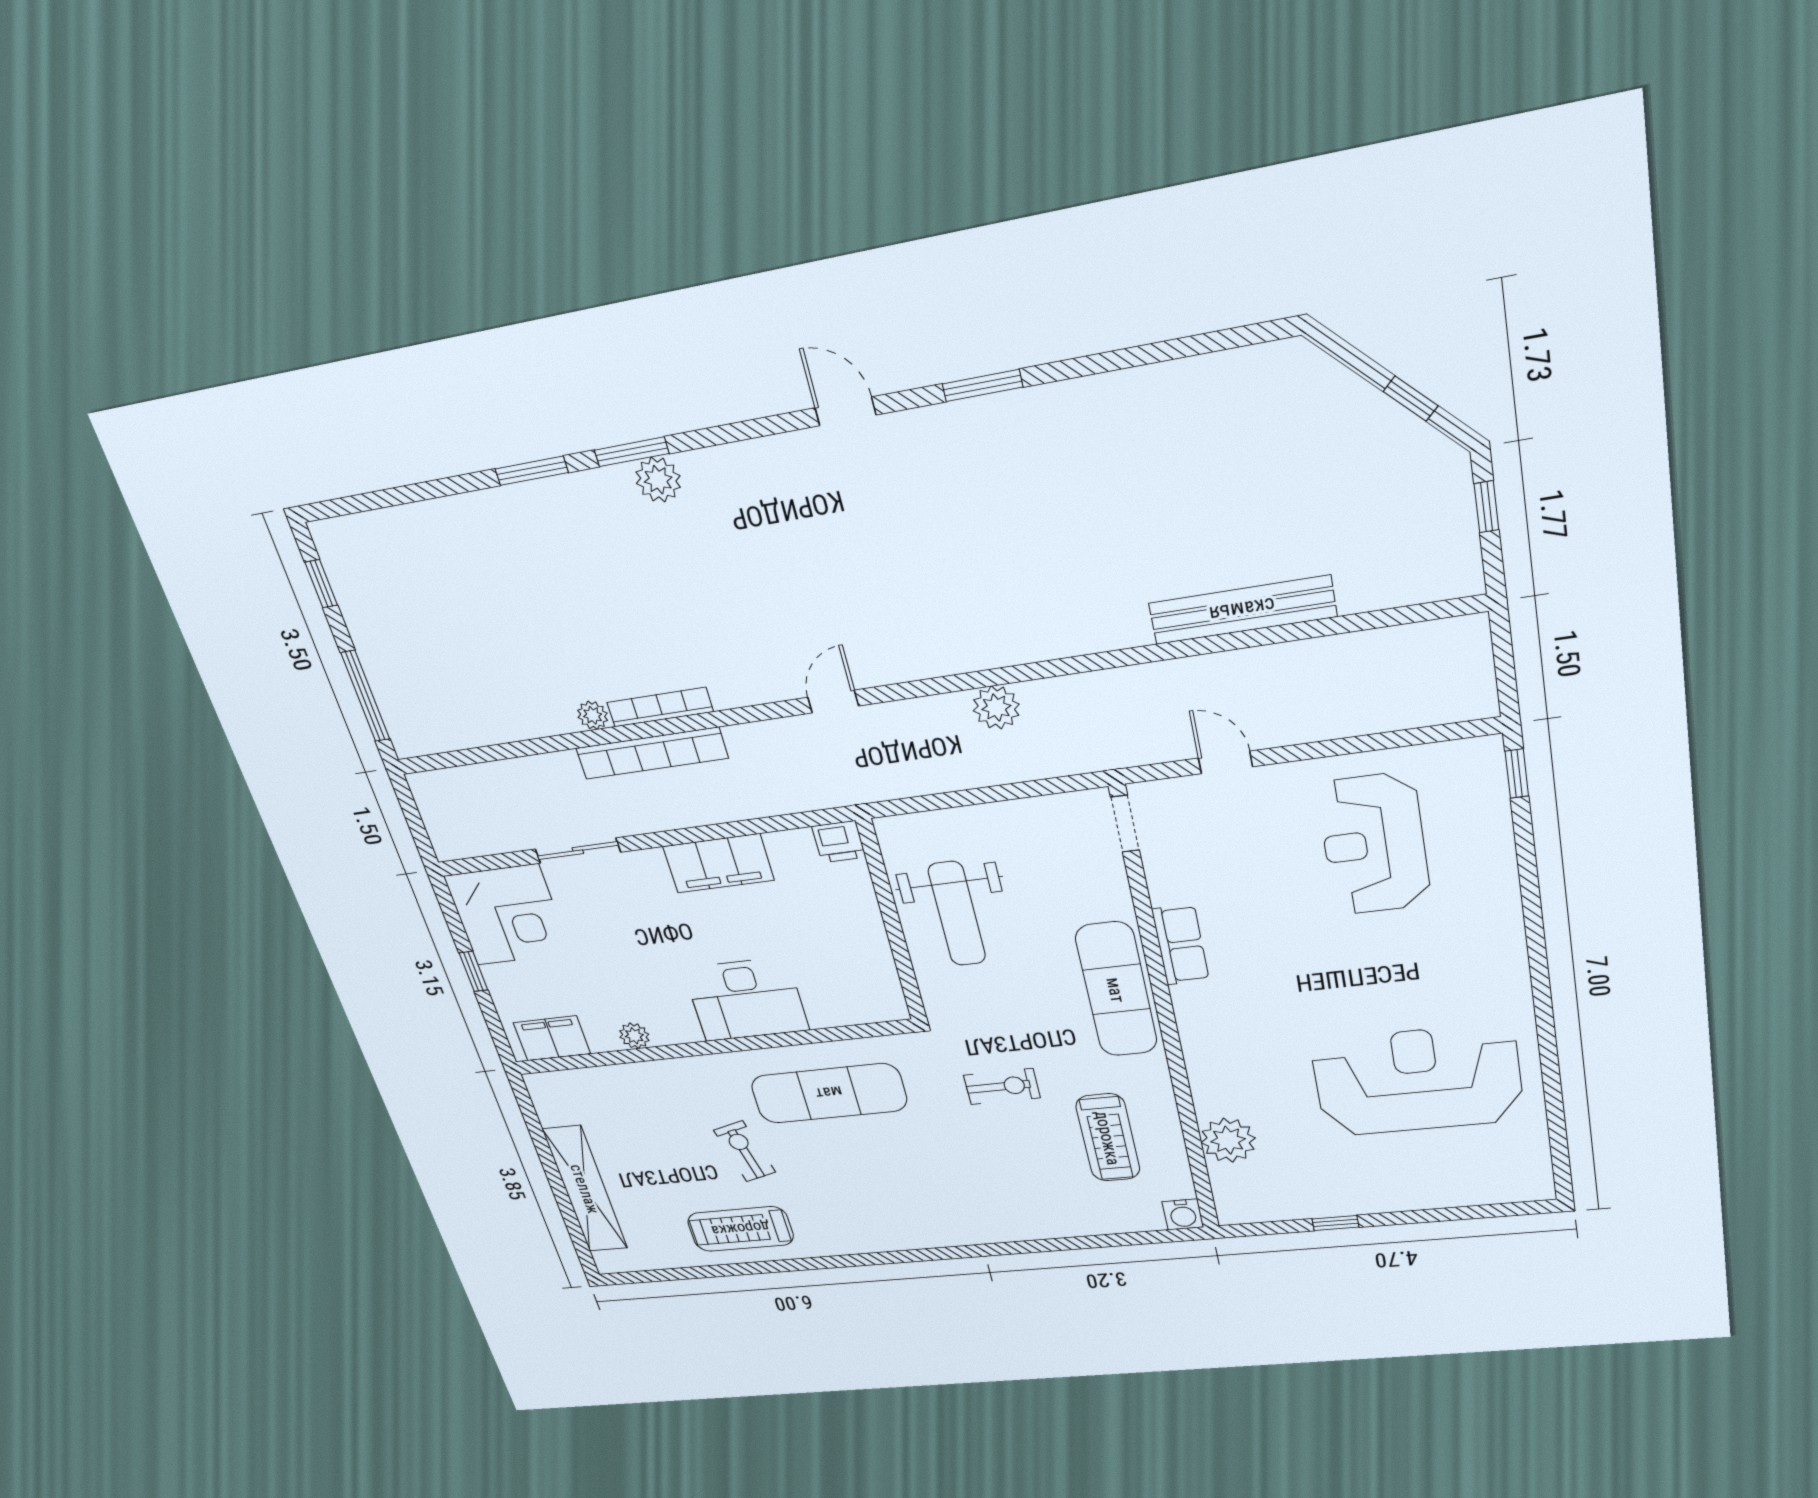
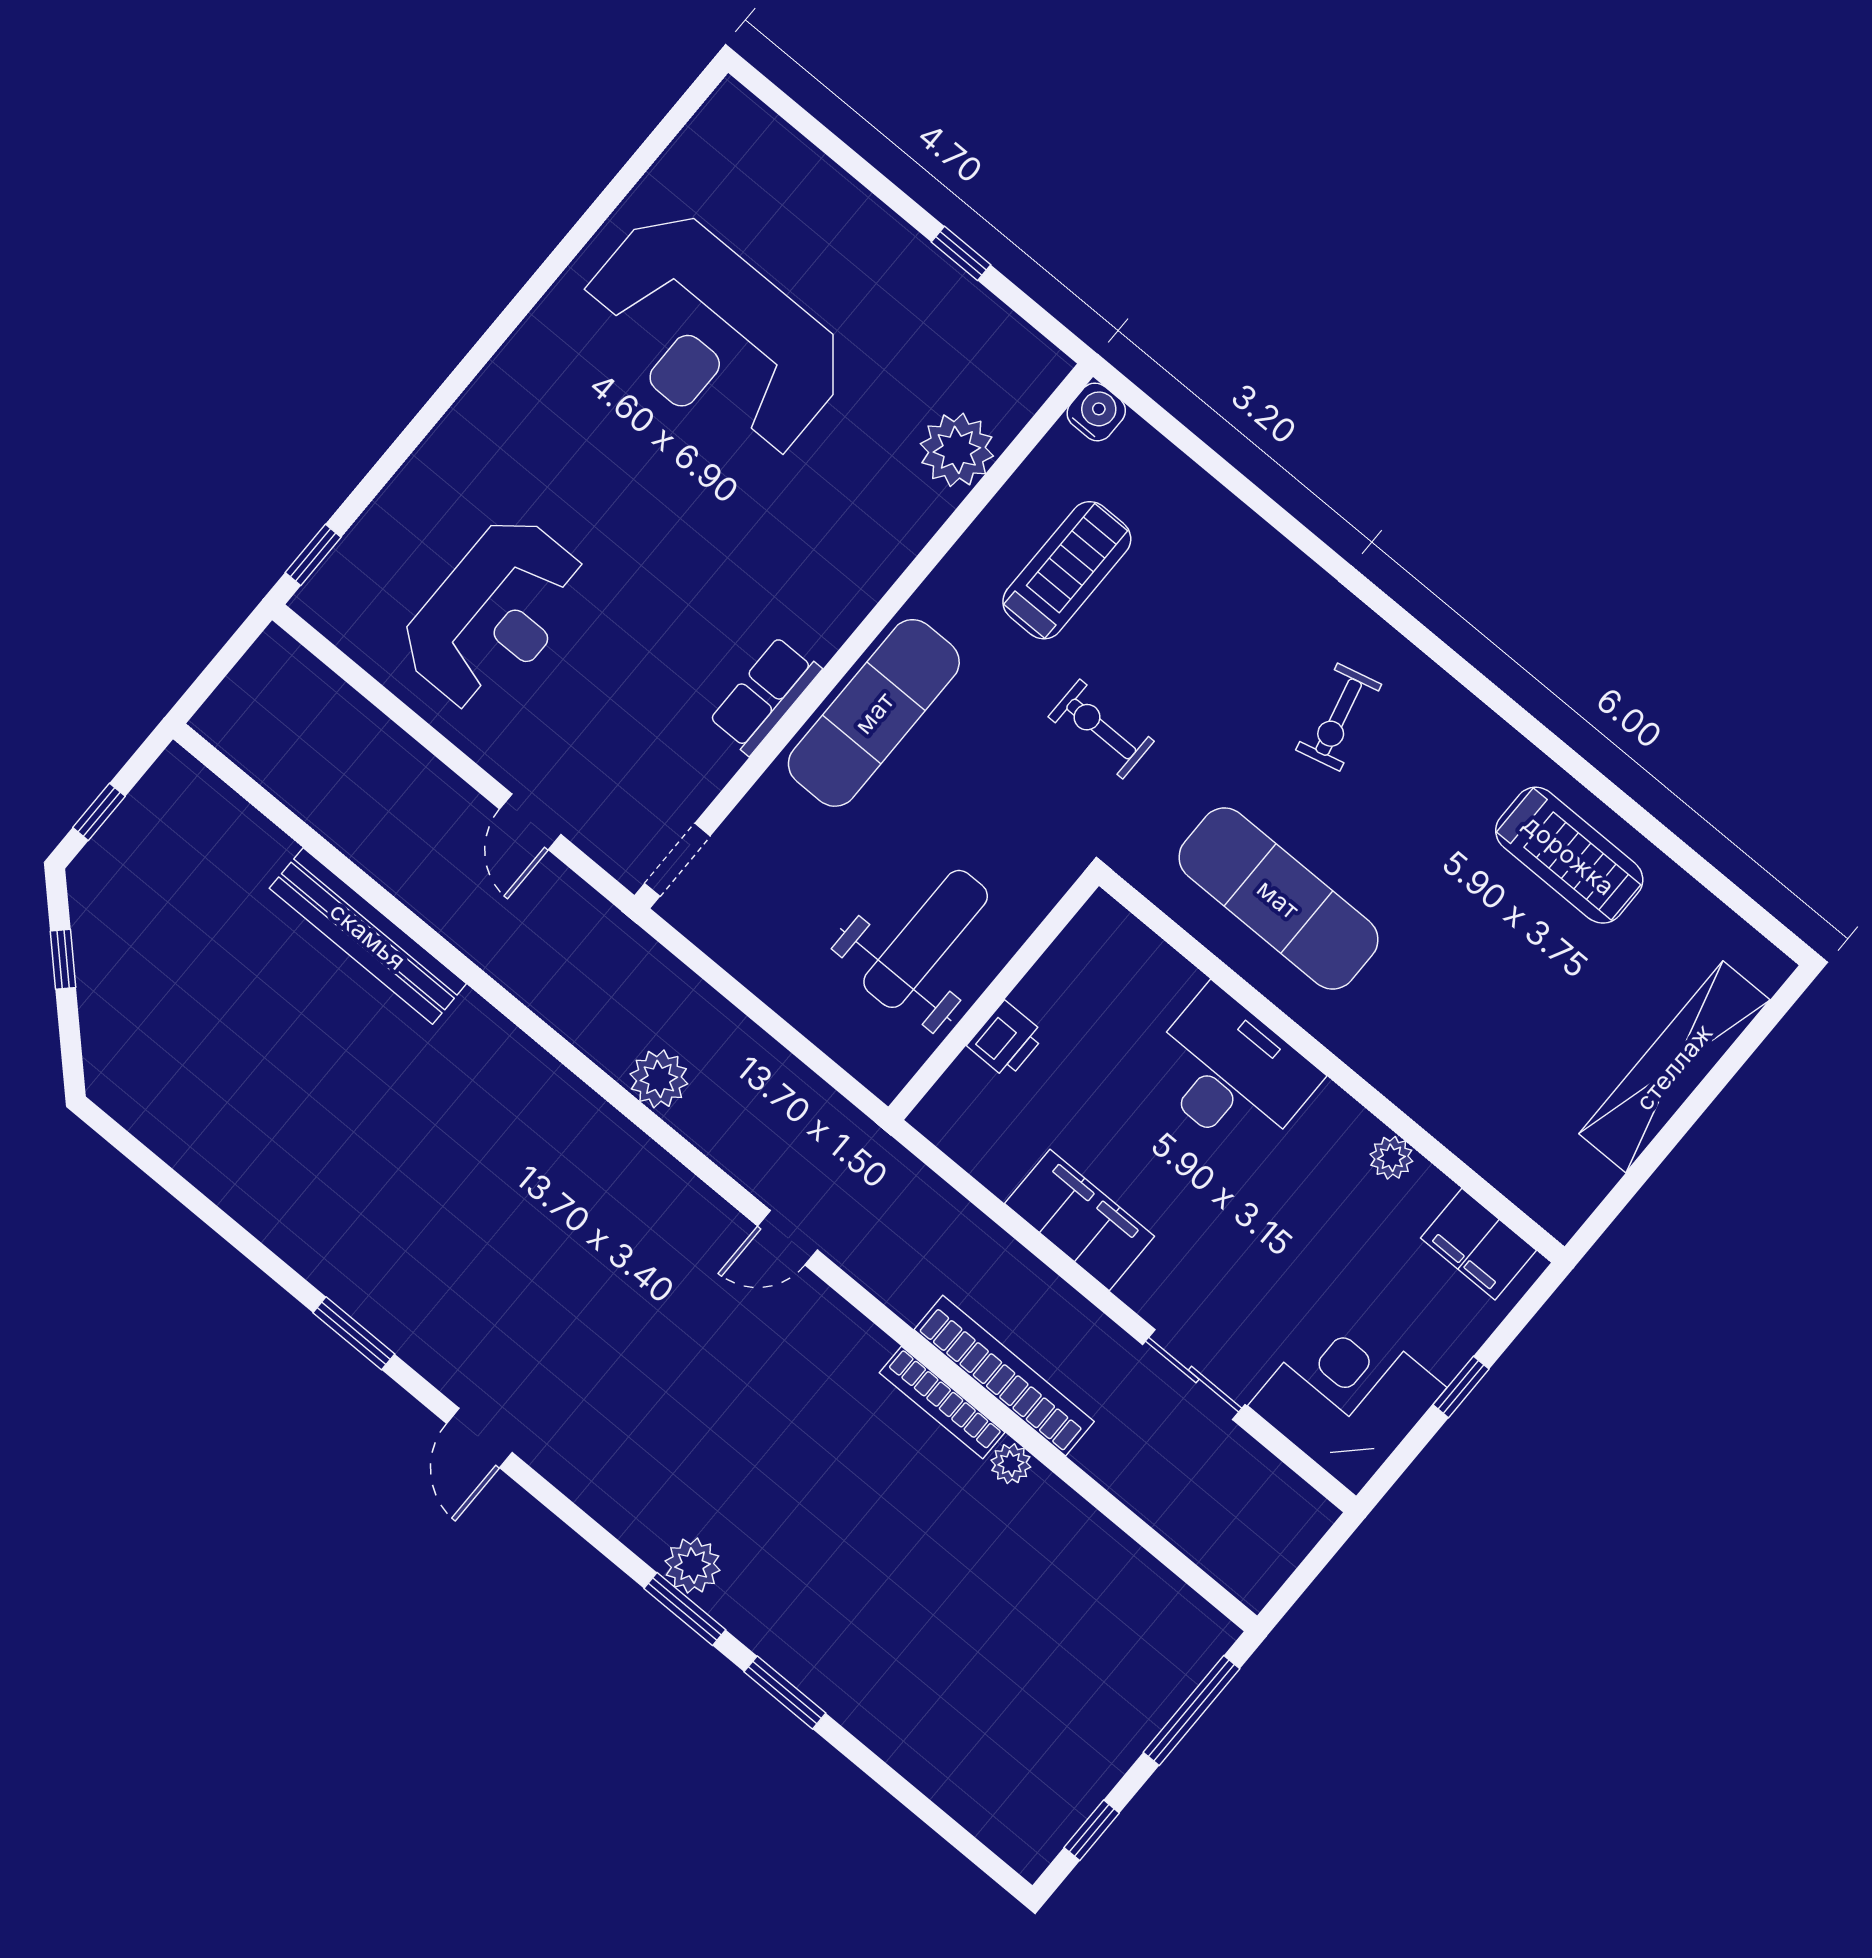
printer: (839, 842) -> (1006, 1040), moved, turned 90
exercise bike: (745, 1151) -> (1339, 717), moved

